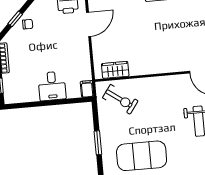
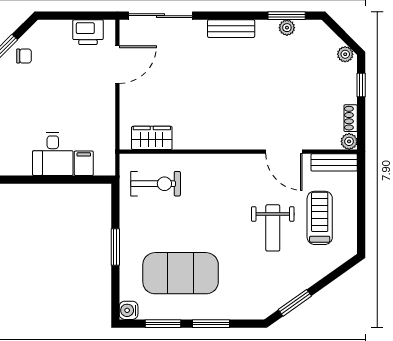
filing cabinet: (87, 89) -> (84, 163), moved
exercise bike: (120, 99) -> (156, 184), turned -36

